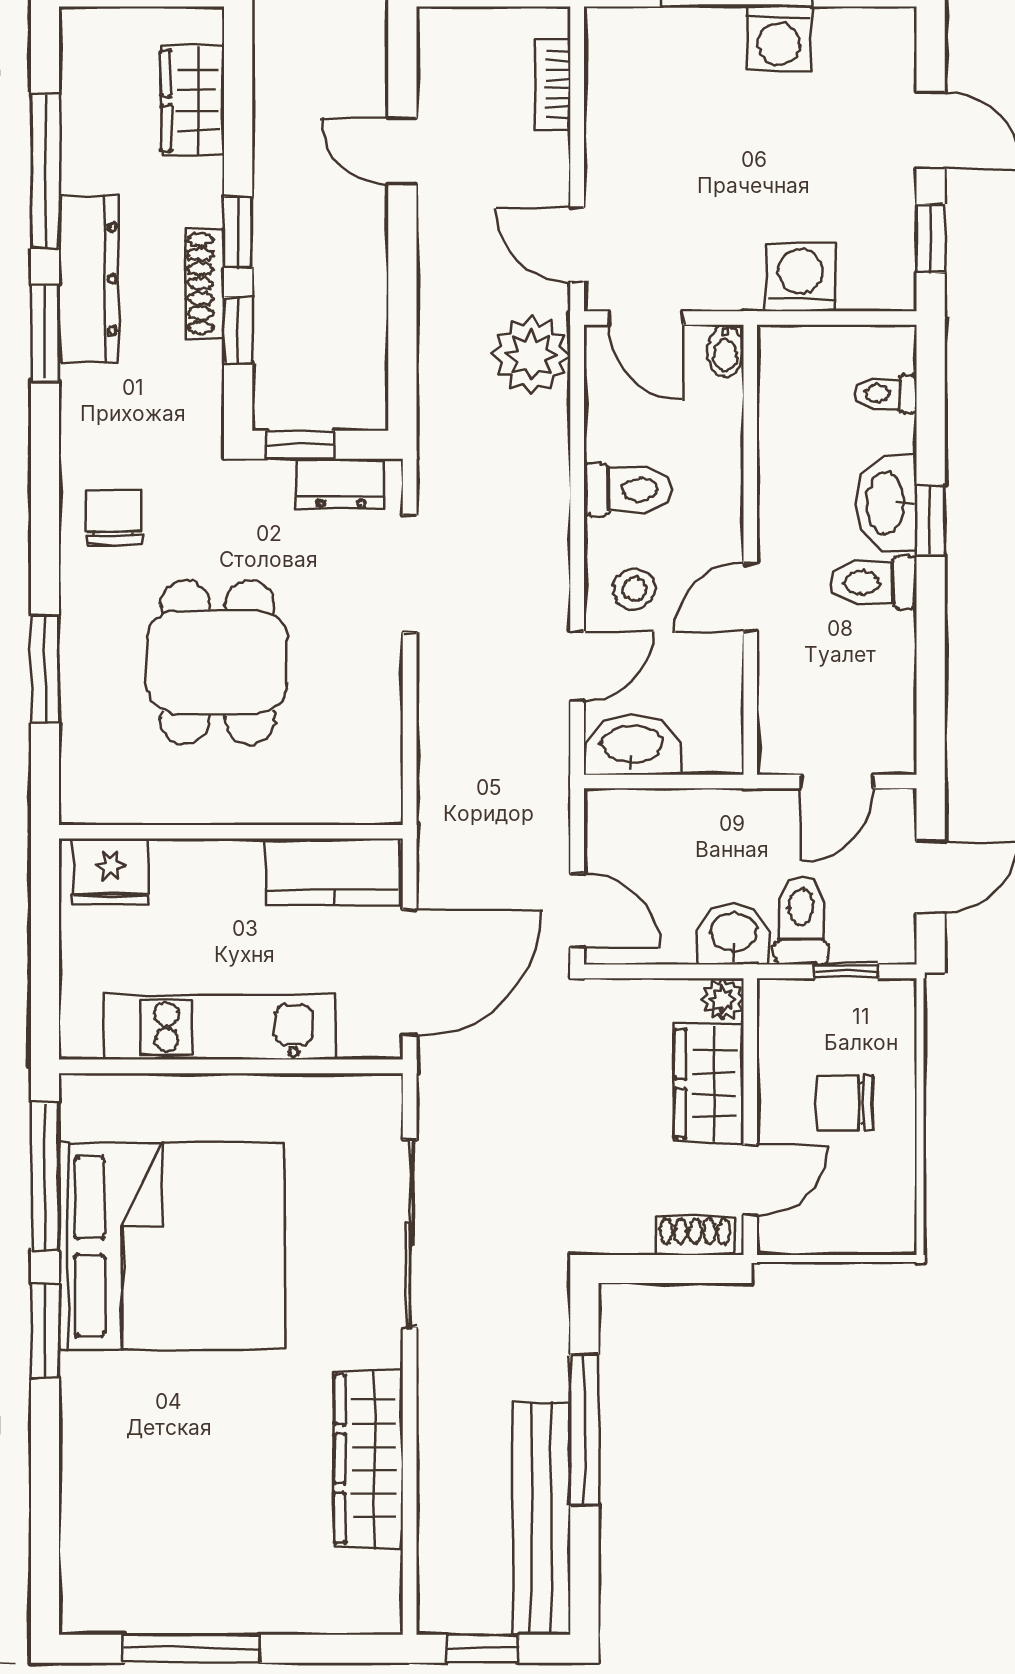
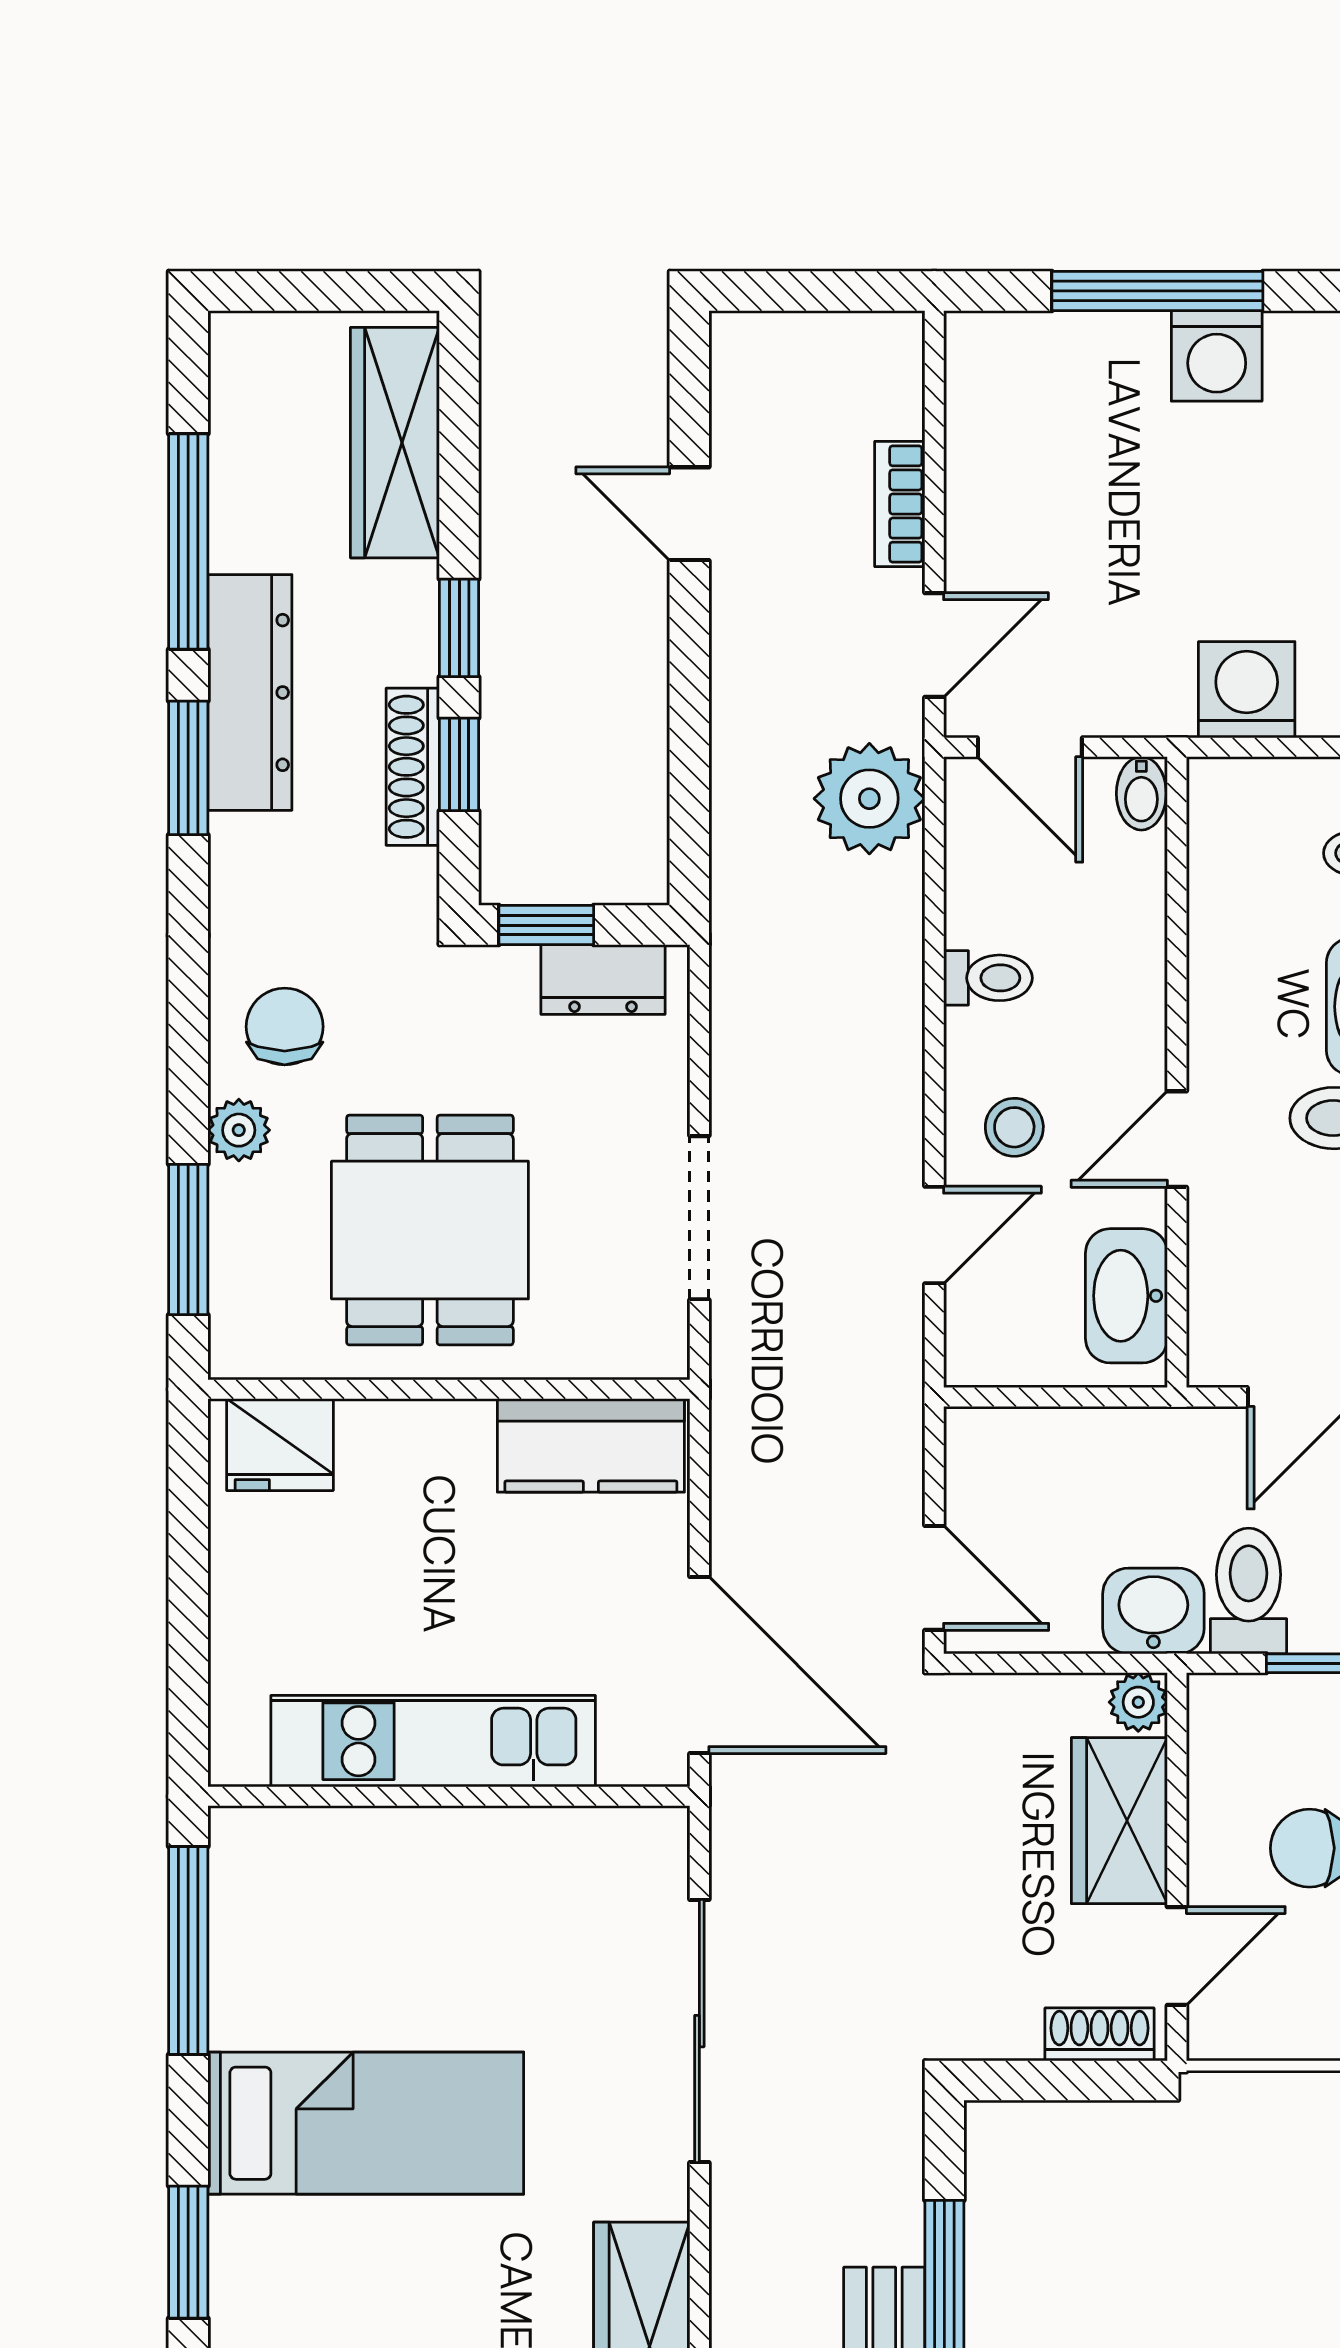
bookcase: (553, 84) -> (900, 504), moved
wardrobe: (192, 101) -> (395, 443), width x1.50
door: (577, 245) -> (934, 645), swing flipped
shoe rack: (205, 284) -> (413, 767), moved
toilet: (628, 490) -> (988, 978), width x0.73, depth x0.72
doorway: (410, 574) -> (699, 1218), moved
plant: (81, 591) -> (239, 1130), added
washbasin: (632, 746) -> (1126, 1296), moved, turned -90
wall: (231, 832) -> (449, 1389), moved
fridge: (110, 871) -> (280, 1445), moved
kitchen counter: (332, 872) -> (591, 1445), moved
door: (410, 973) -> (699, 1665), hinge flipped
bed: (172, 1247) -> (366, 2123), width x0.49
window: (45, 1331) -> (188, 2252), moved

